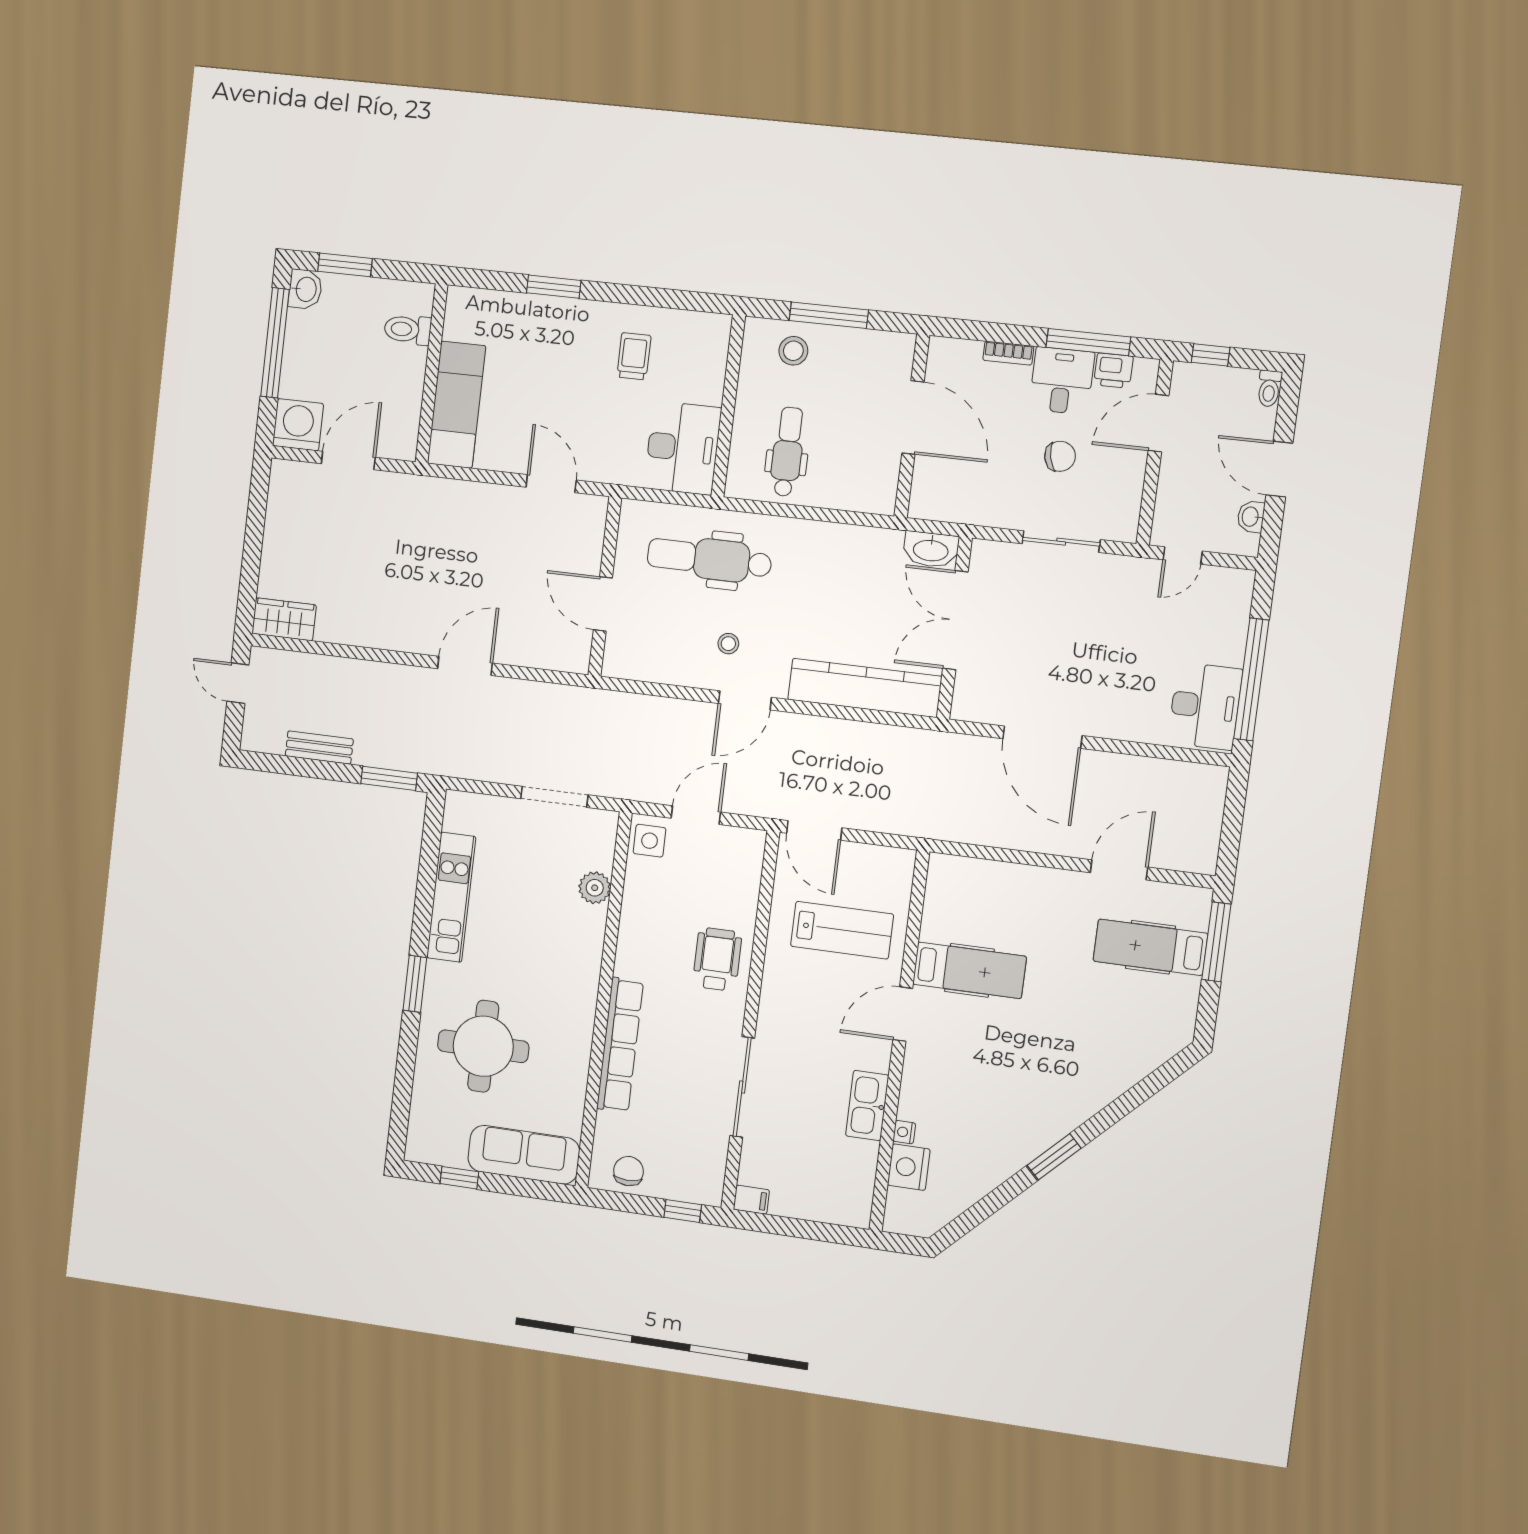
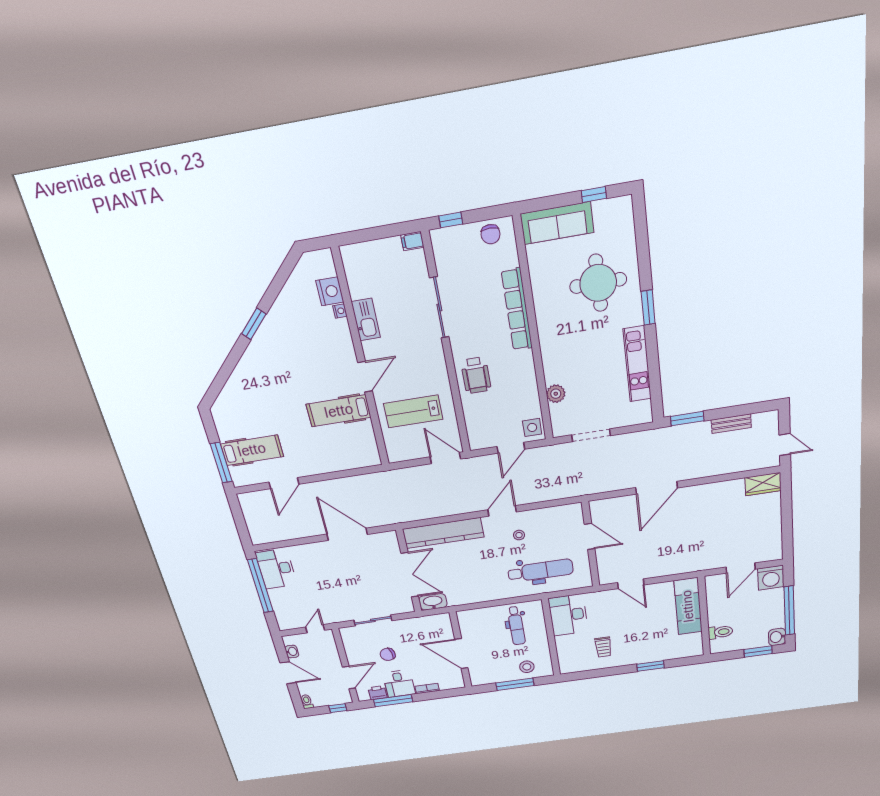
door: (465, 666) -> (657, 488), width x1.36

